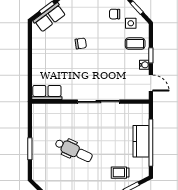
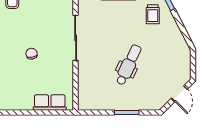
chair: (81, 43) -> (32, 54), moved
row of seats: (47, 93) -> (50, 103), moved, turned 90

